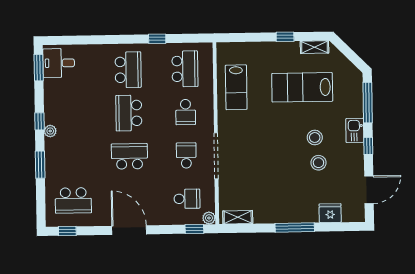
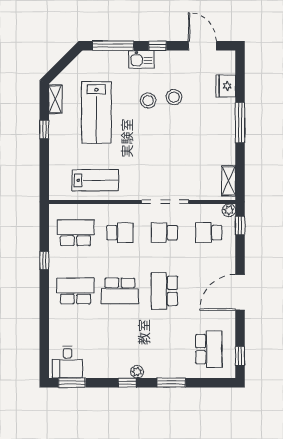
school desk: (187, 199) -> (209, 233), turned -90

